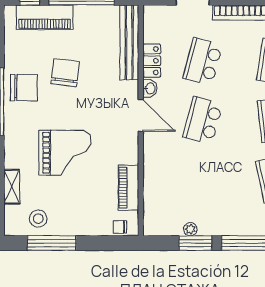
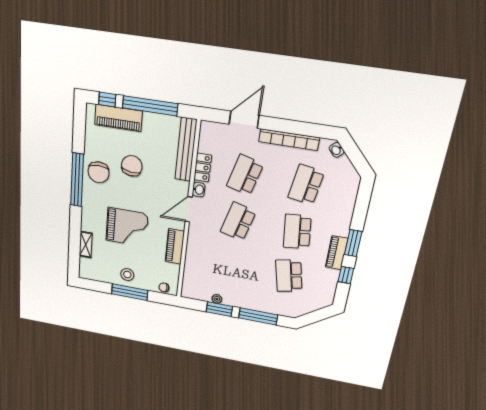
chair: (24, 88) -> (99, 172), turned 90
door: (141, 115) -> (189, 209), swing flipped
piano: (128, 188) -> (175, 246), moved
stool: (38, 219) -> (127, 275), moved
window: (52, 243) -> (130, 292), moved

